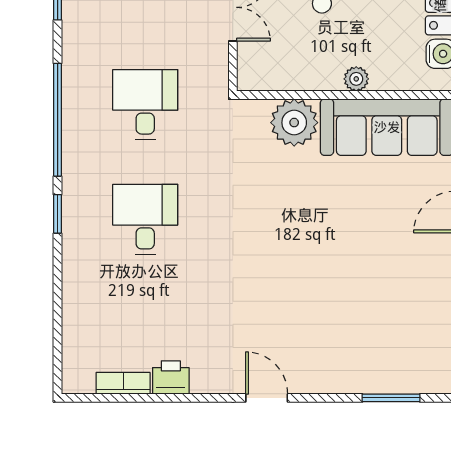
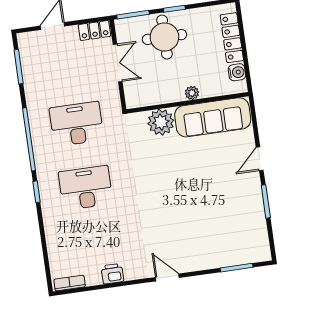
desk: (145, 105) -> (77, 124), width x1.37
desk: (145, 219) -> (86, 188), width x1.37
bookcase: (123, 383) -> (70, 283), moved

